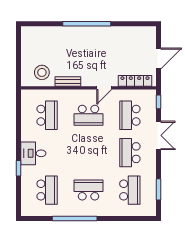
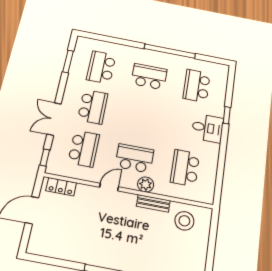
locker: (135, 81) -> (61, 187), width x0.66
plant: (76, 95) -> (146, 184), added
school desk: (89, 190) -> (149, 77), turned 180

